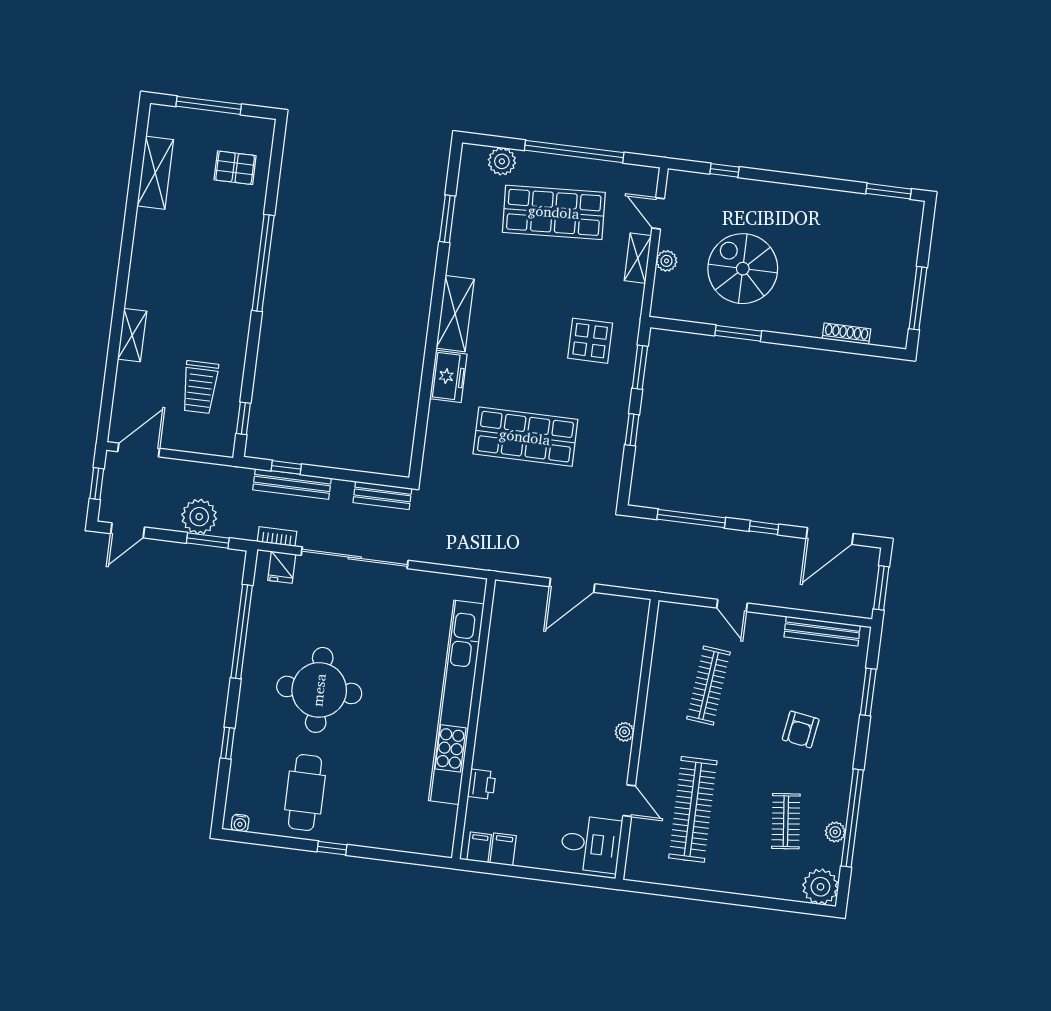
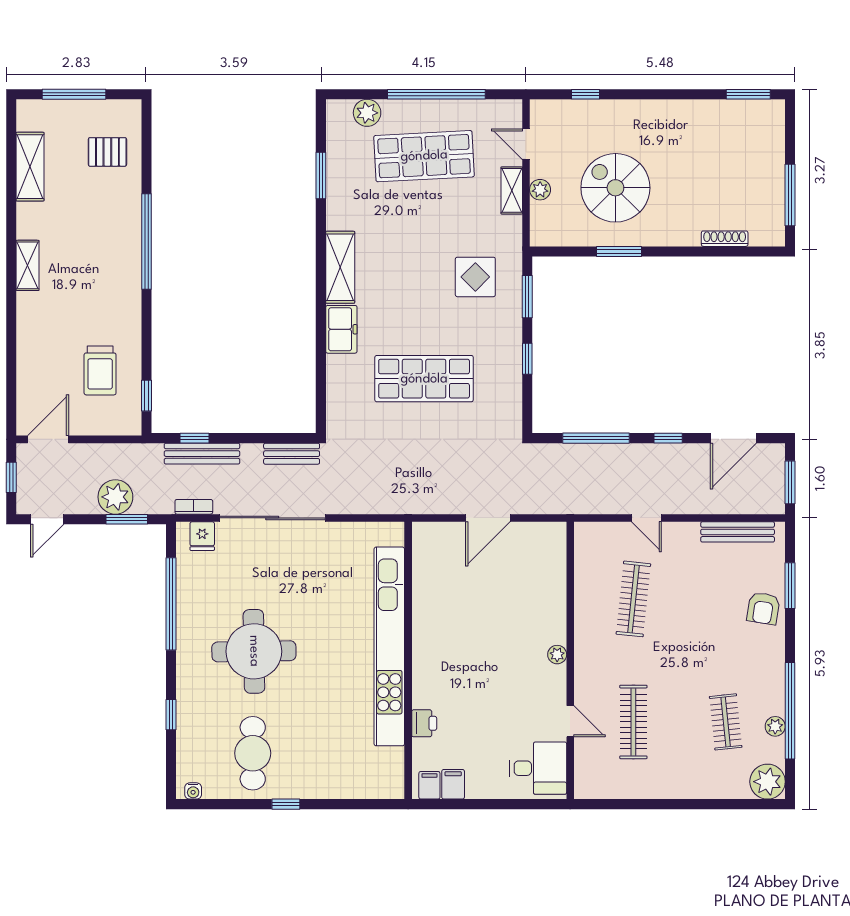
shelving: (132, 335) -> (28, 265), moved
armchair: (801, 729) -> (763, 608), moved
clothes rail: (693, 809) -> (633, 722), width x0.73, depth x0.76

